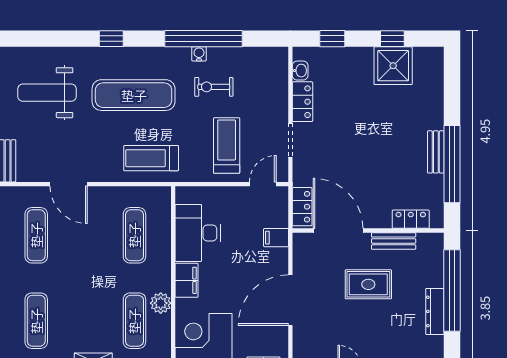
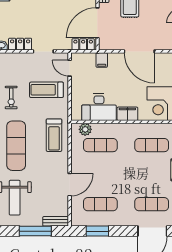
plant: (161, 303) -> (85, 129), moved

